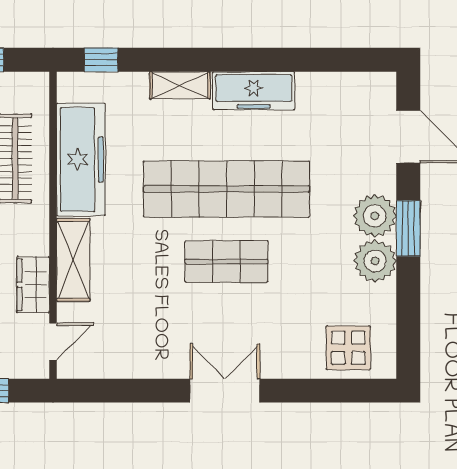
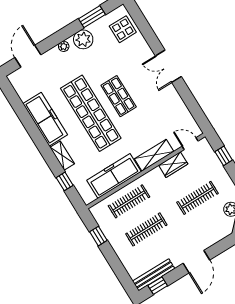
window: (101, 60) -> (65, 181), moved
freezer: (254, 91) -> (45, 119), width x1.36, depth x1.26
plant: (375, 216) -> (64, 46), width x0.53, depth x0.53
window: (408, 228) -> (92, 17), moved

